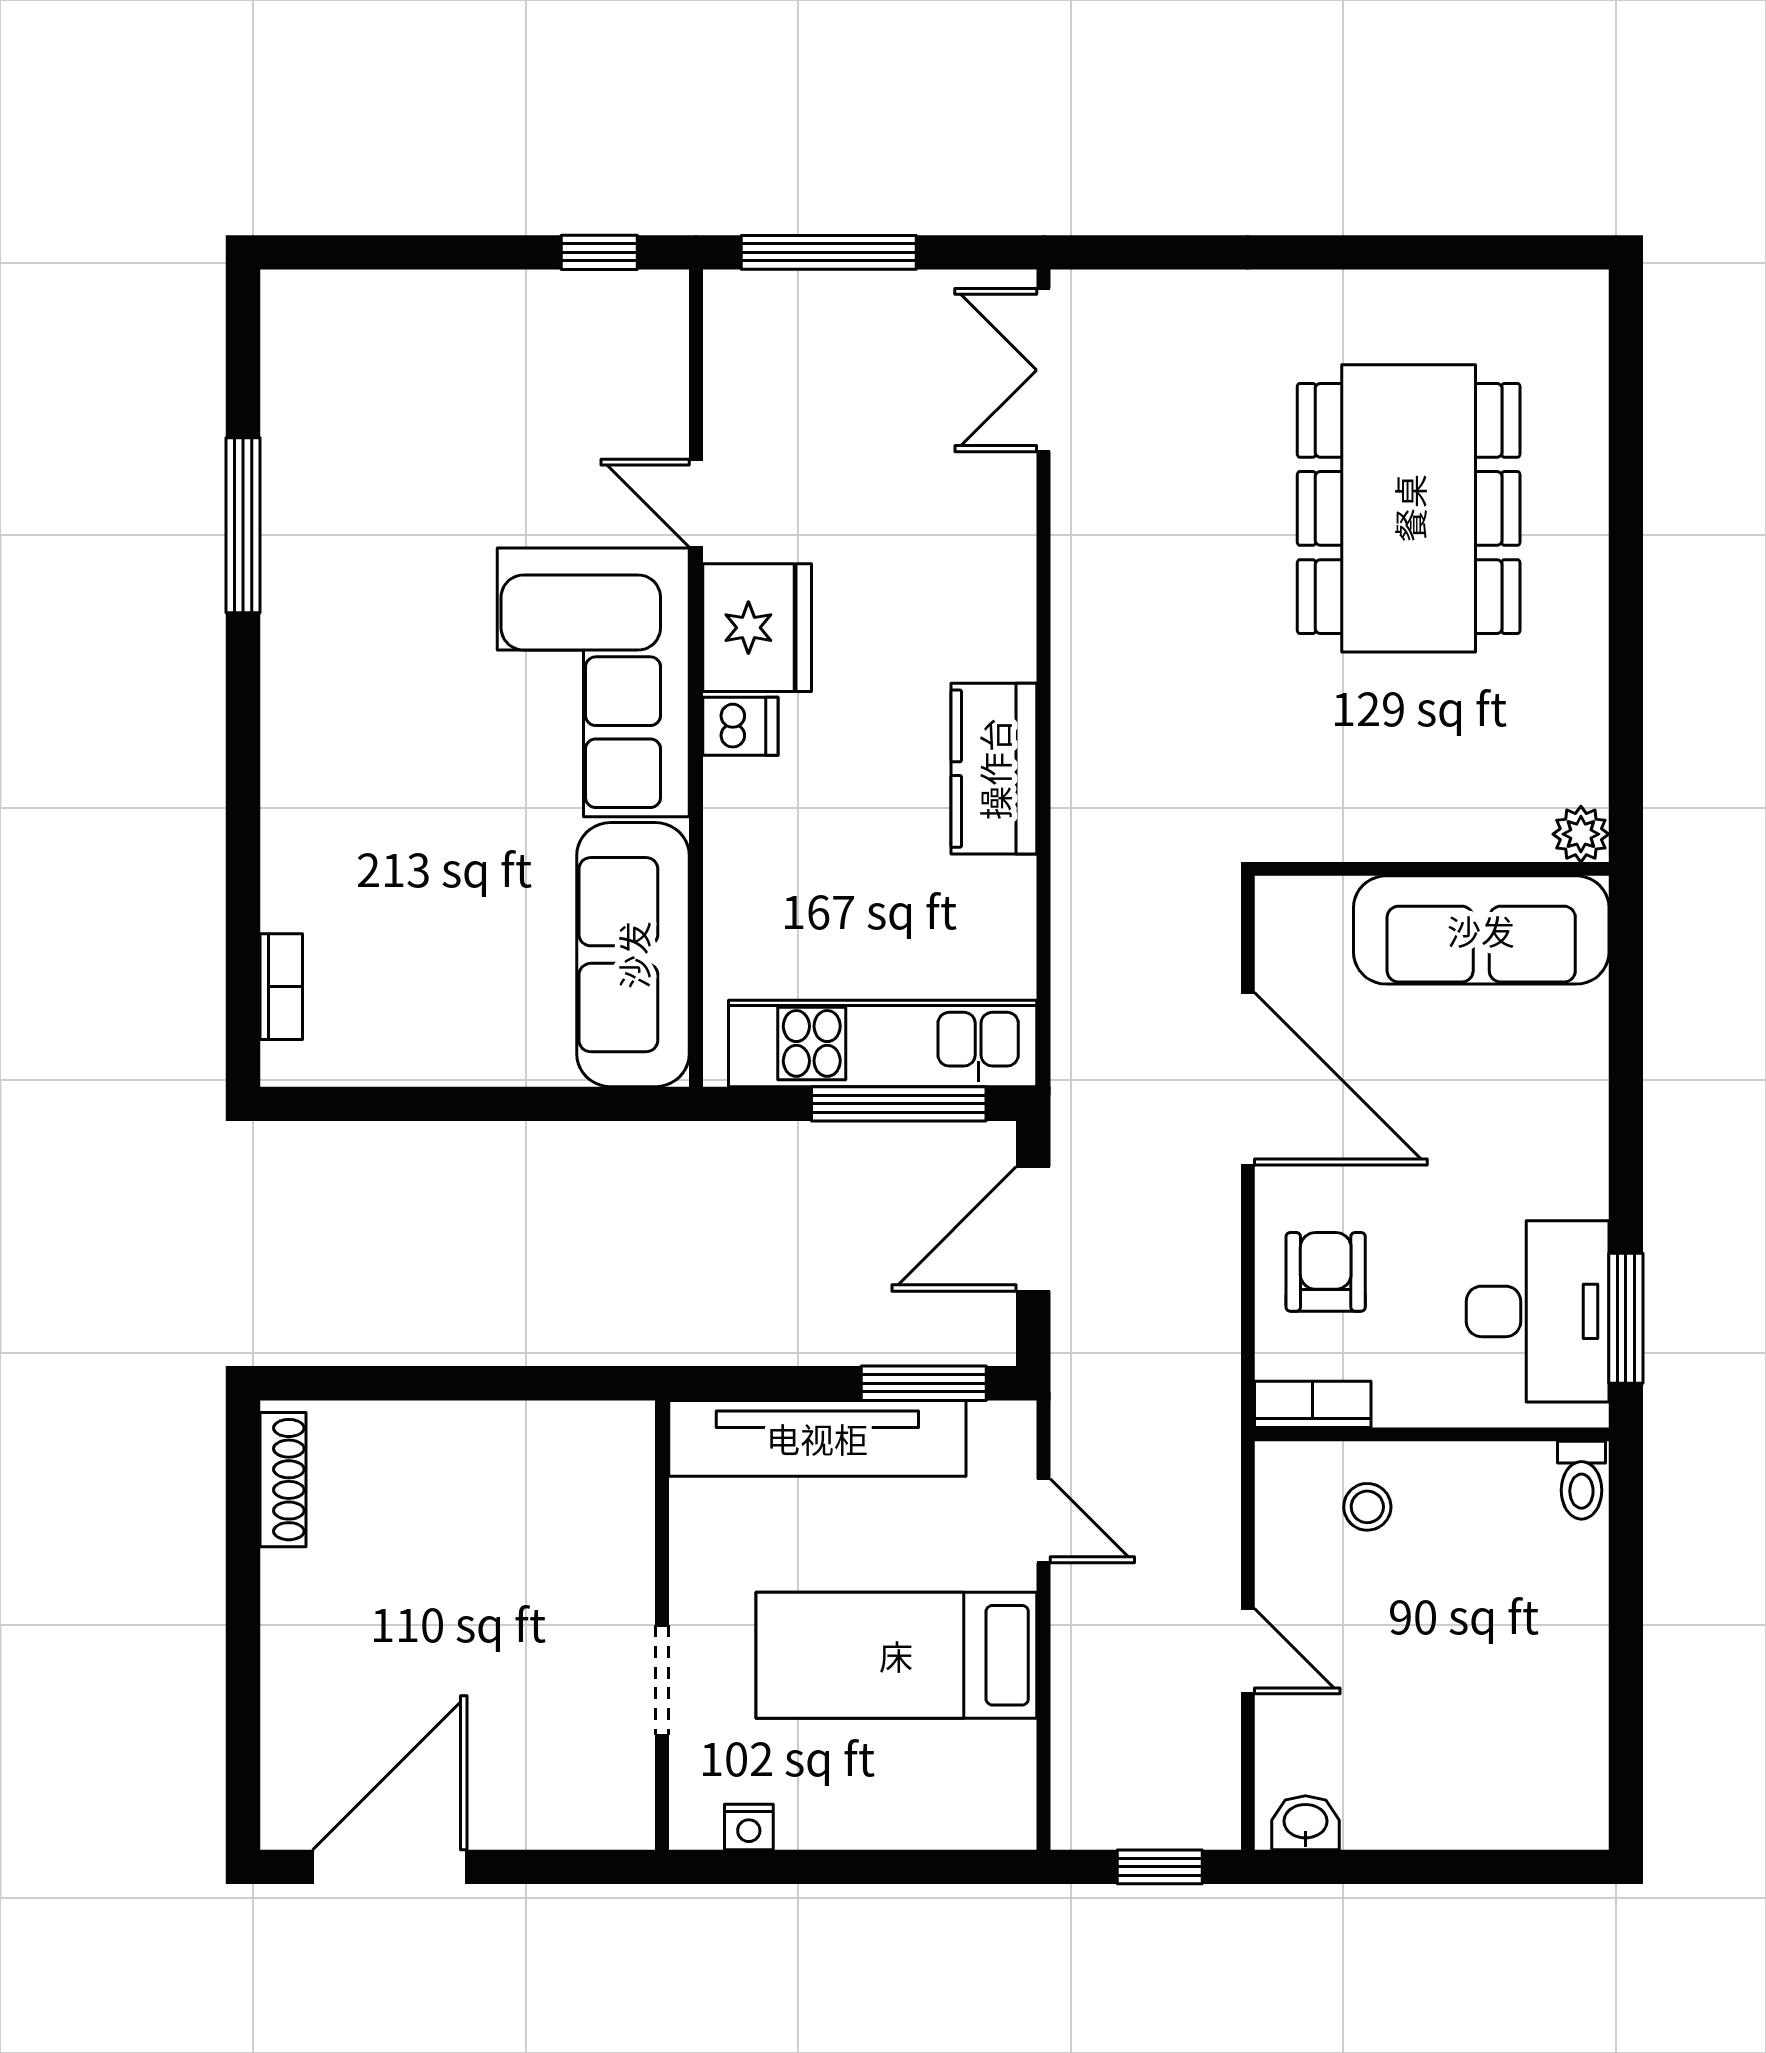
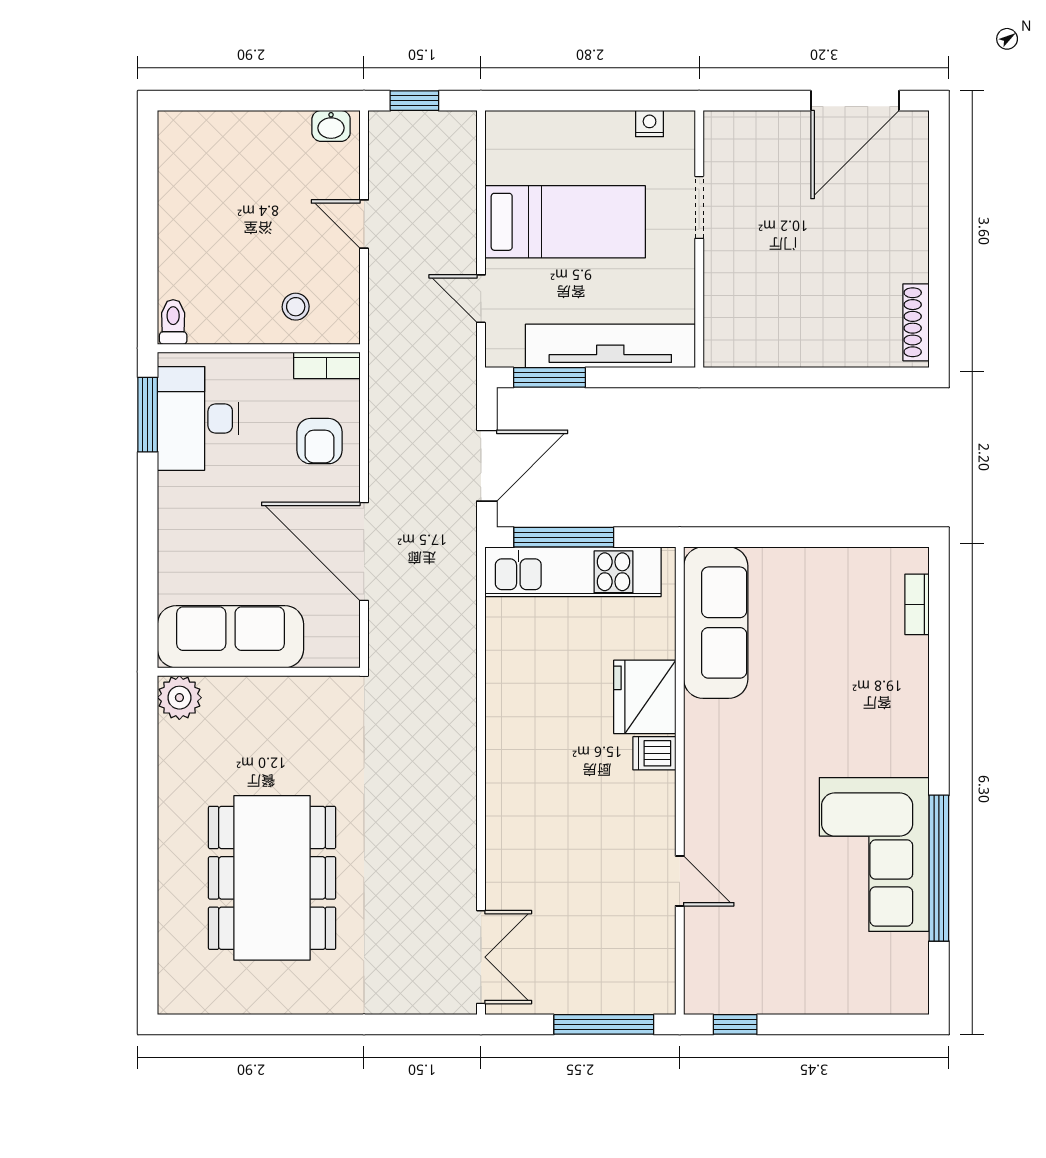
window: (243, 525) -> (939, 868), width x1.46
fridge: (757, 628) -> (645, 697), moved
corner sofa: (593, 682) -> (874, 855), moved, turned 180
kitchen counter: (994, 769) -> (509, 729), removed
plant: (1581, 834) -> (179, 698), width x1.38, depth x1.38

